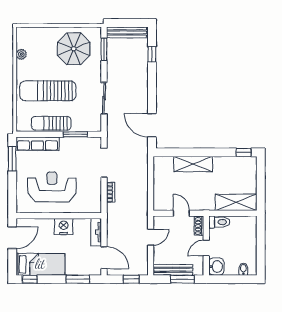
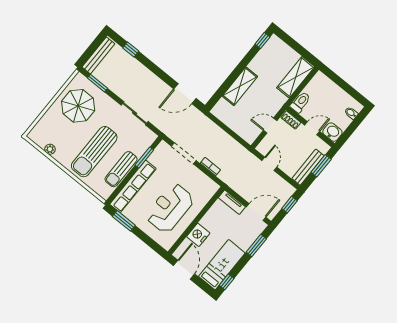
row of seats: (37, 144) -> (133, 186), width x1.36
nightstand: (64, 227) -> (198, 235), moved
door: (206, 248) -> (312, 128), swing flipped

